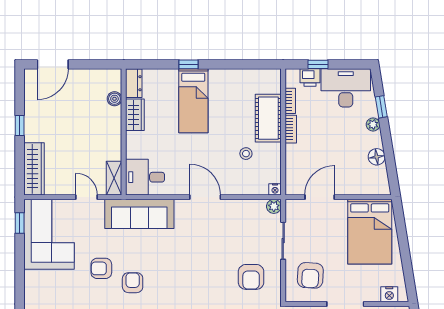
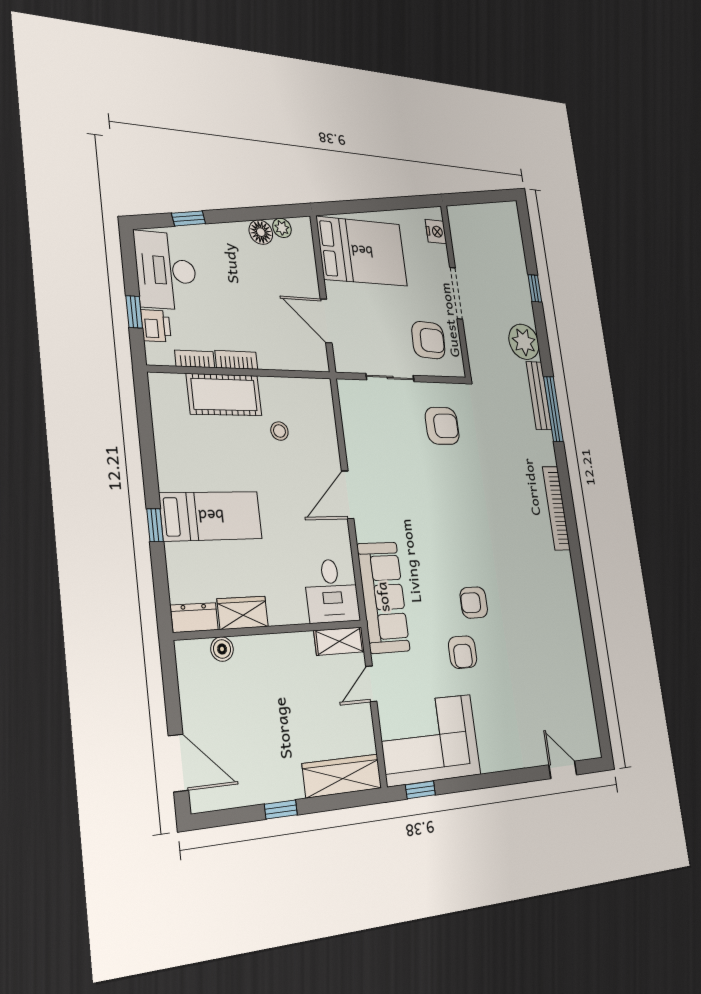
plant: (373, 124) -> (282, 228), moved
nightstand: (275, 189) -> (324, 387), removed
plant: (274, 206) -> (347, 390), removed

